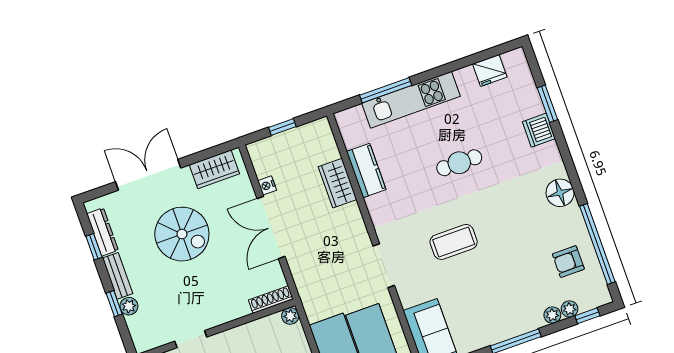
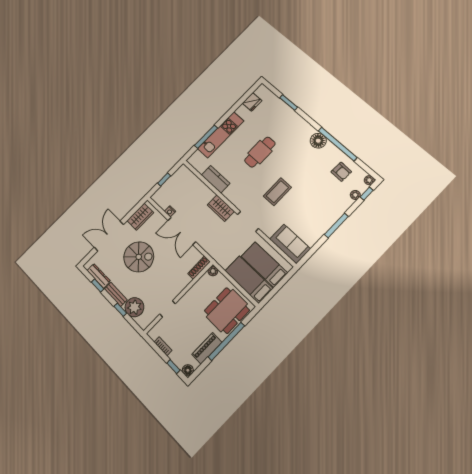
dishwasher: (539, 130) -> (291, 117), removed
cafe table: (459, 163) -> (260, 152), width x1.37, depth x1.35
wardrobe: (337, 183) -> (221, 208), moved
window: (597, 244) -> (338, 144), moved
armchair: (568, 262) -> (341, 172), turned -88
plant: (129, 306) -> (134, 307), width x1.88, depth x1.88
plant: (552, 315) -> (369, 180), moved

